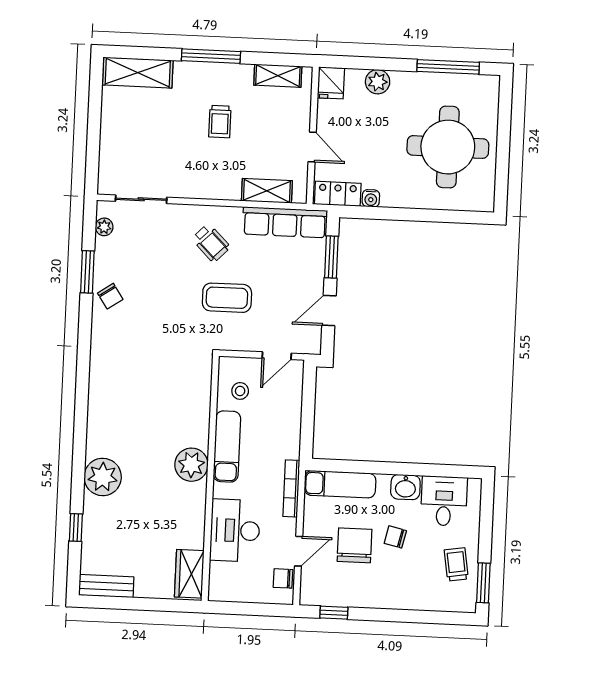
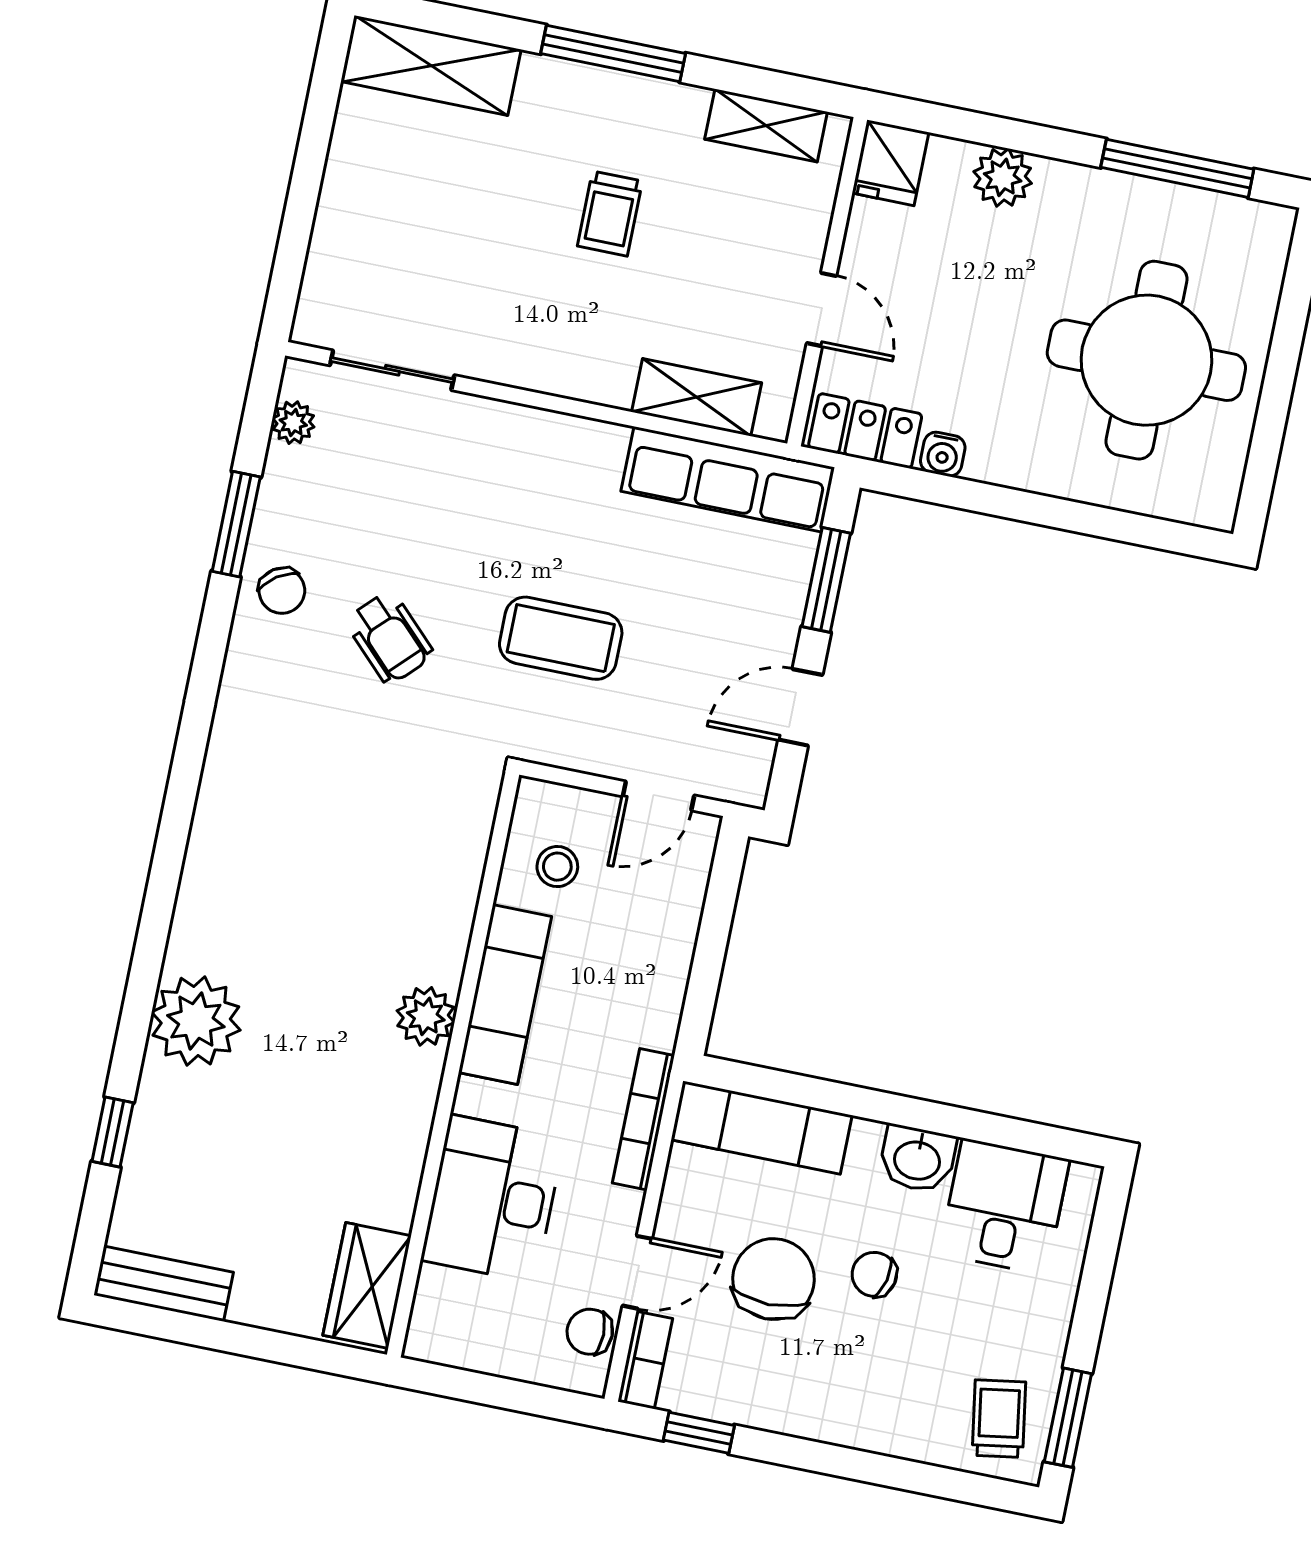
wheelchair: (211, 243) -> (390, 638), moved
plant: (191, 465) -> (426, 1016), width x0.73, depth x0.73
trolley: (456, 564) -> (999, 1419), moved
bookcase: (307, 586) -> (645, 1360), added

